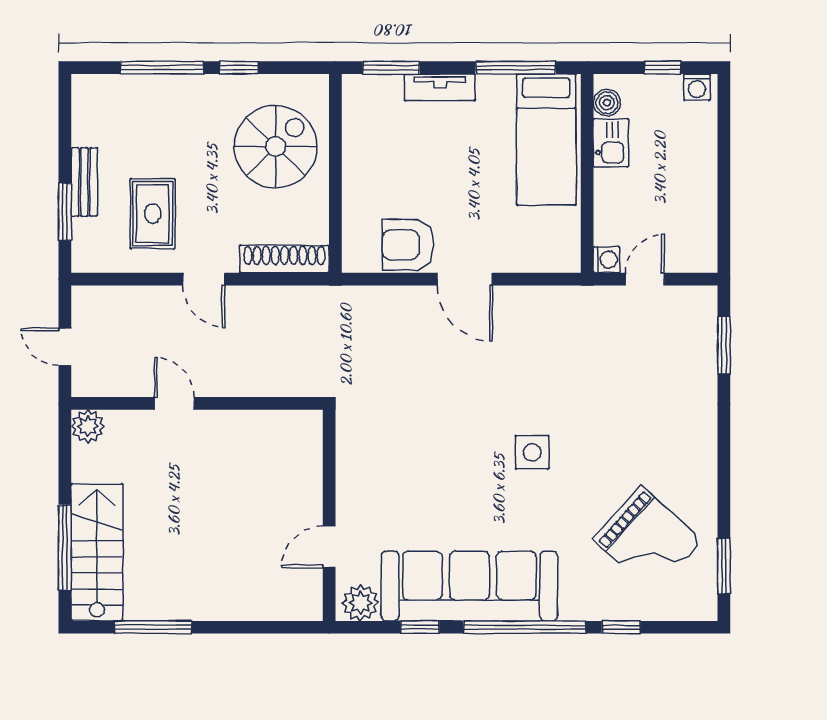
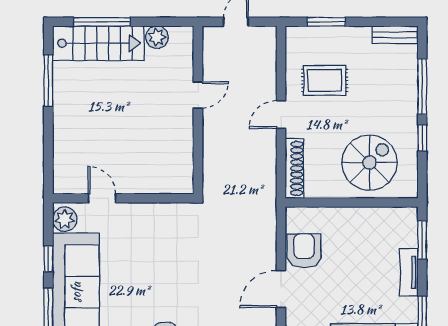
spiral stairs: (276, 147) -> (369, 163), turned -90
bench: (84, 182) -> (395, 35), moved
plant: (88, 426) -> (157, 37), moved

